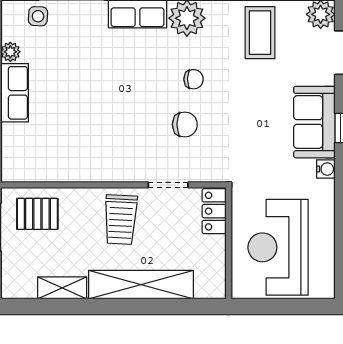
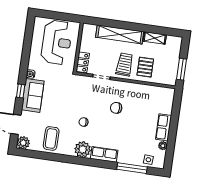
chair: (185, 124) -> (116, 108), moved
pallet: (37, 214) -> (145, 67), moved, turned 90

